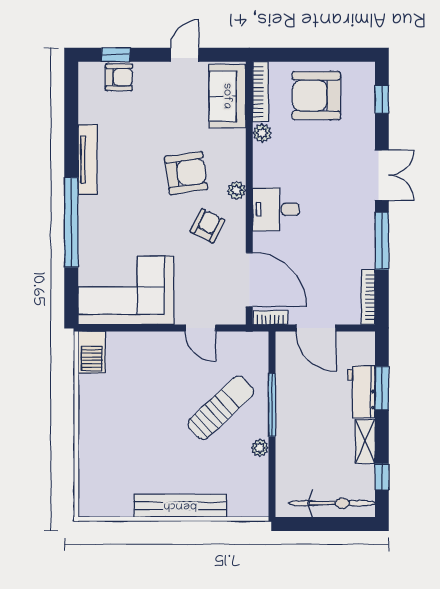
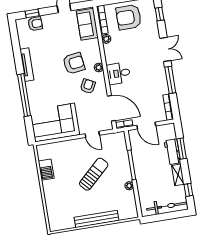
barbecue: (92, 352) -> (46, 170), moved
sun lounger: (221, 408) -> (94, 174), moved

